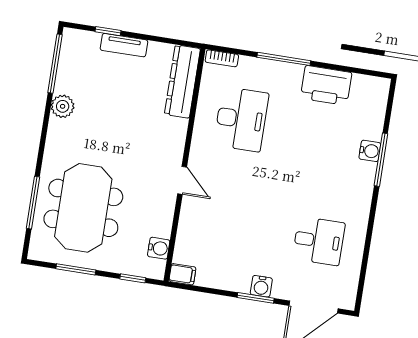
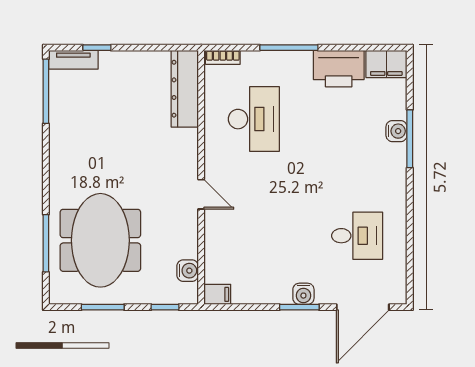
tv unit: (124, 45) -> (73, 60), moved
filing cabinet: (370, 88) -> (386, 64), added
plant: (63, 106) -> (61, 135), removed

